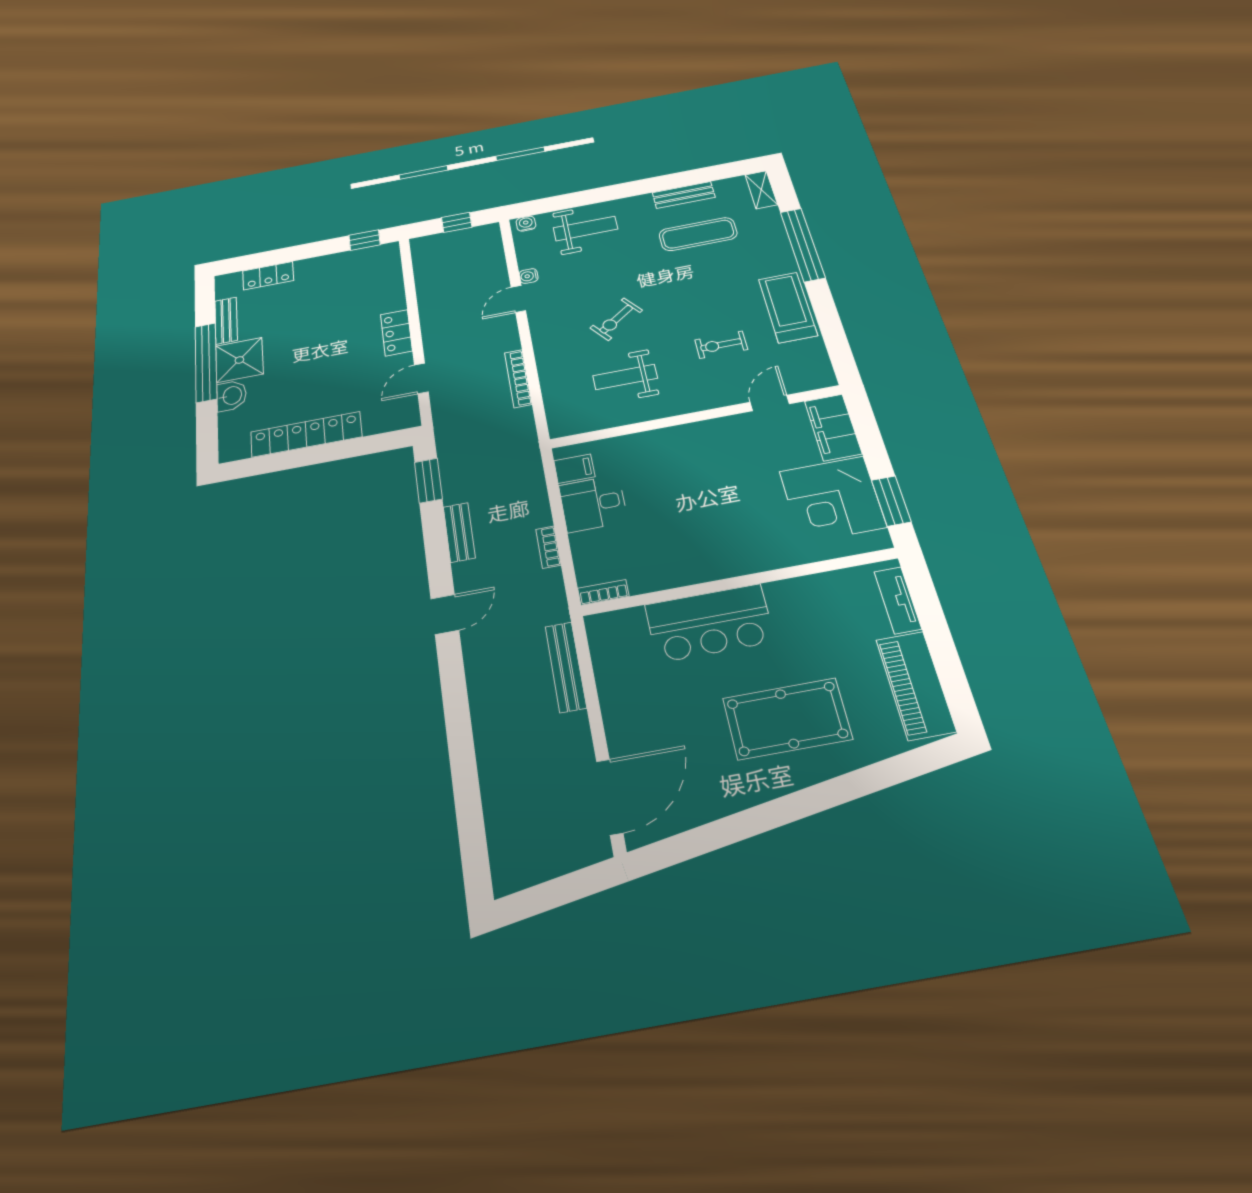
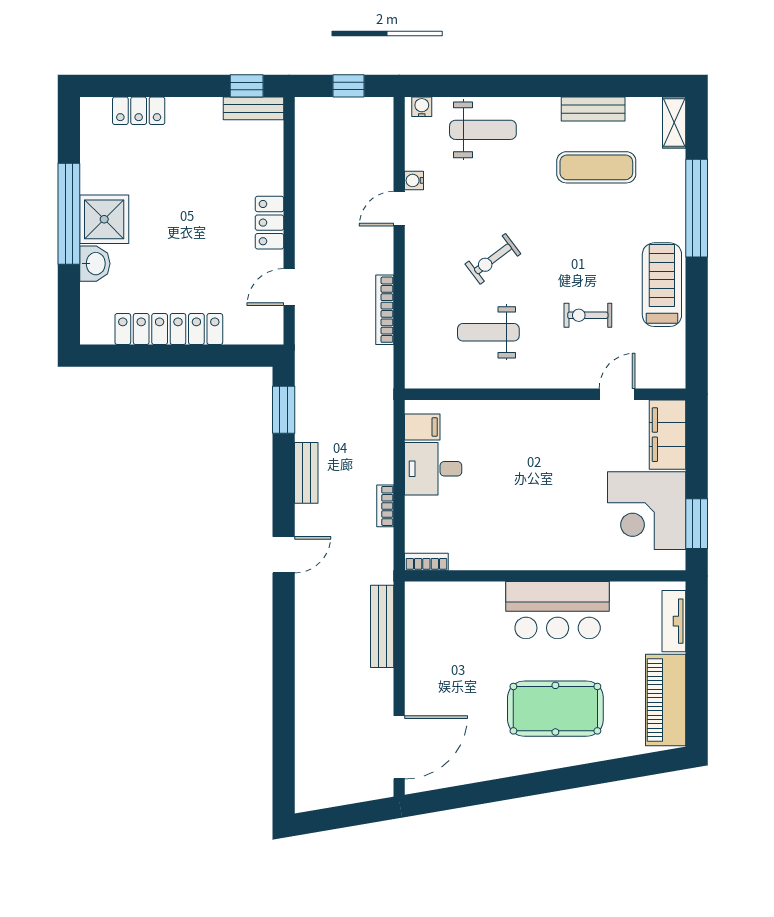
bench: (226, 321) -> (254, 108), moved, turned 90
bar counter: (709, 623) -> (558, 610), moved

